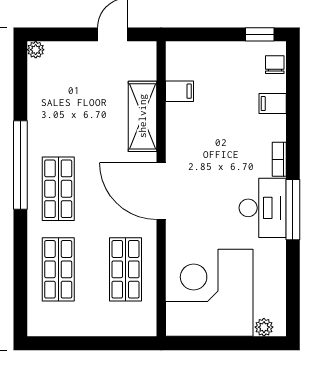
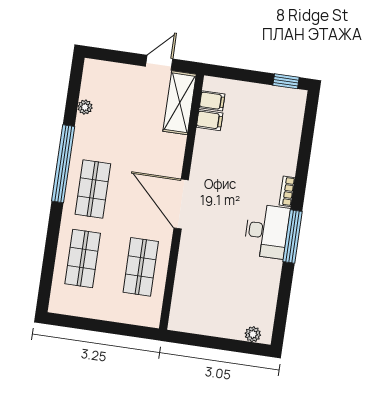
plant: (36, 50) -> (85, 107), moved
chair: (275, 65) -> (295, 109), removed
filing cabinet: (273, 104) -> (212, 101), moved, turned 180
shelving: (142, 116) -> (180, 103), moved
corner desk: (209, 293) -> (210, 298), removed

